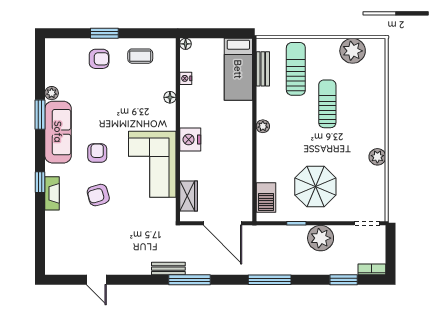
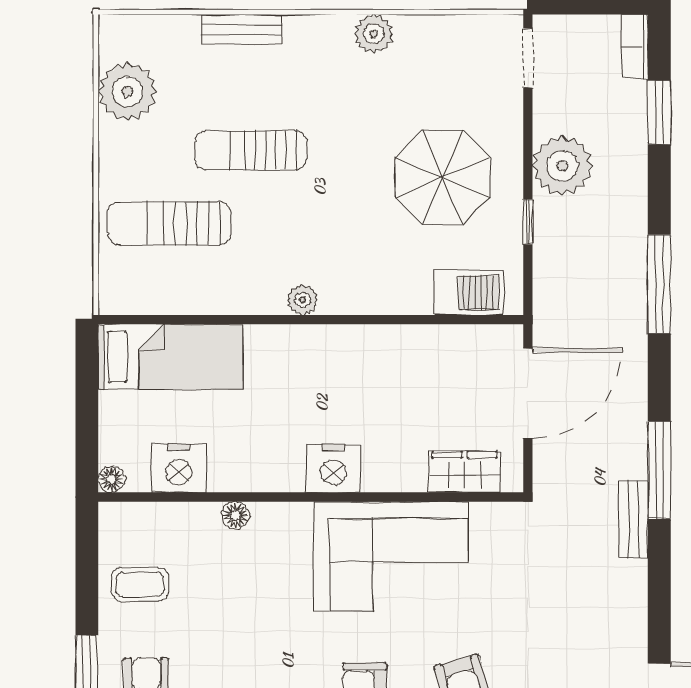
coffee table: (140, 56) -> (140, 584), turned 90
bench: (263, 69) -> (242, 30), moved
nightstand: (186, 78) -> (179, 468), width x1.89, depth x1.79

